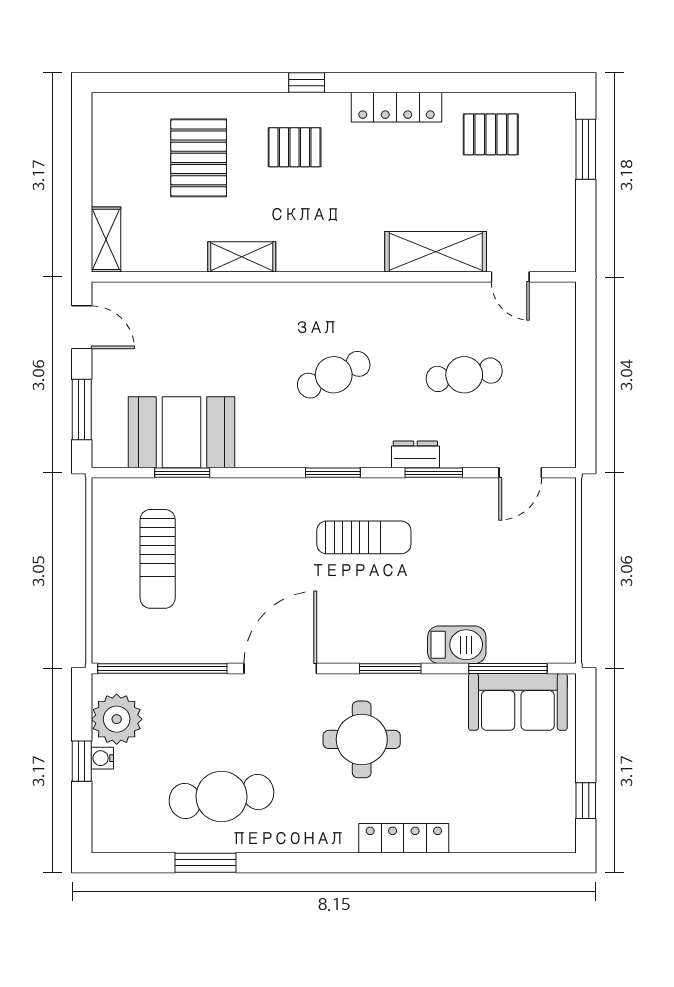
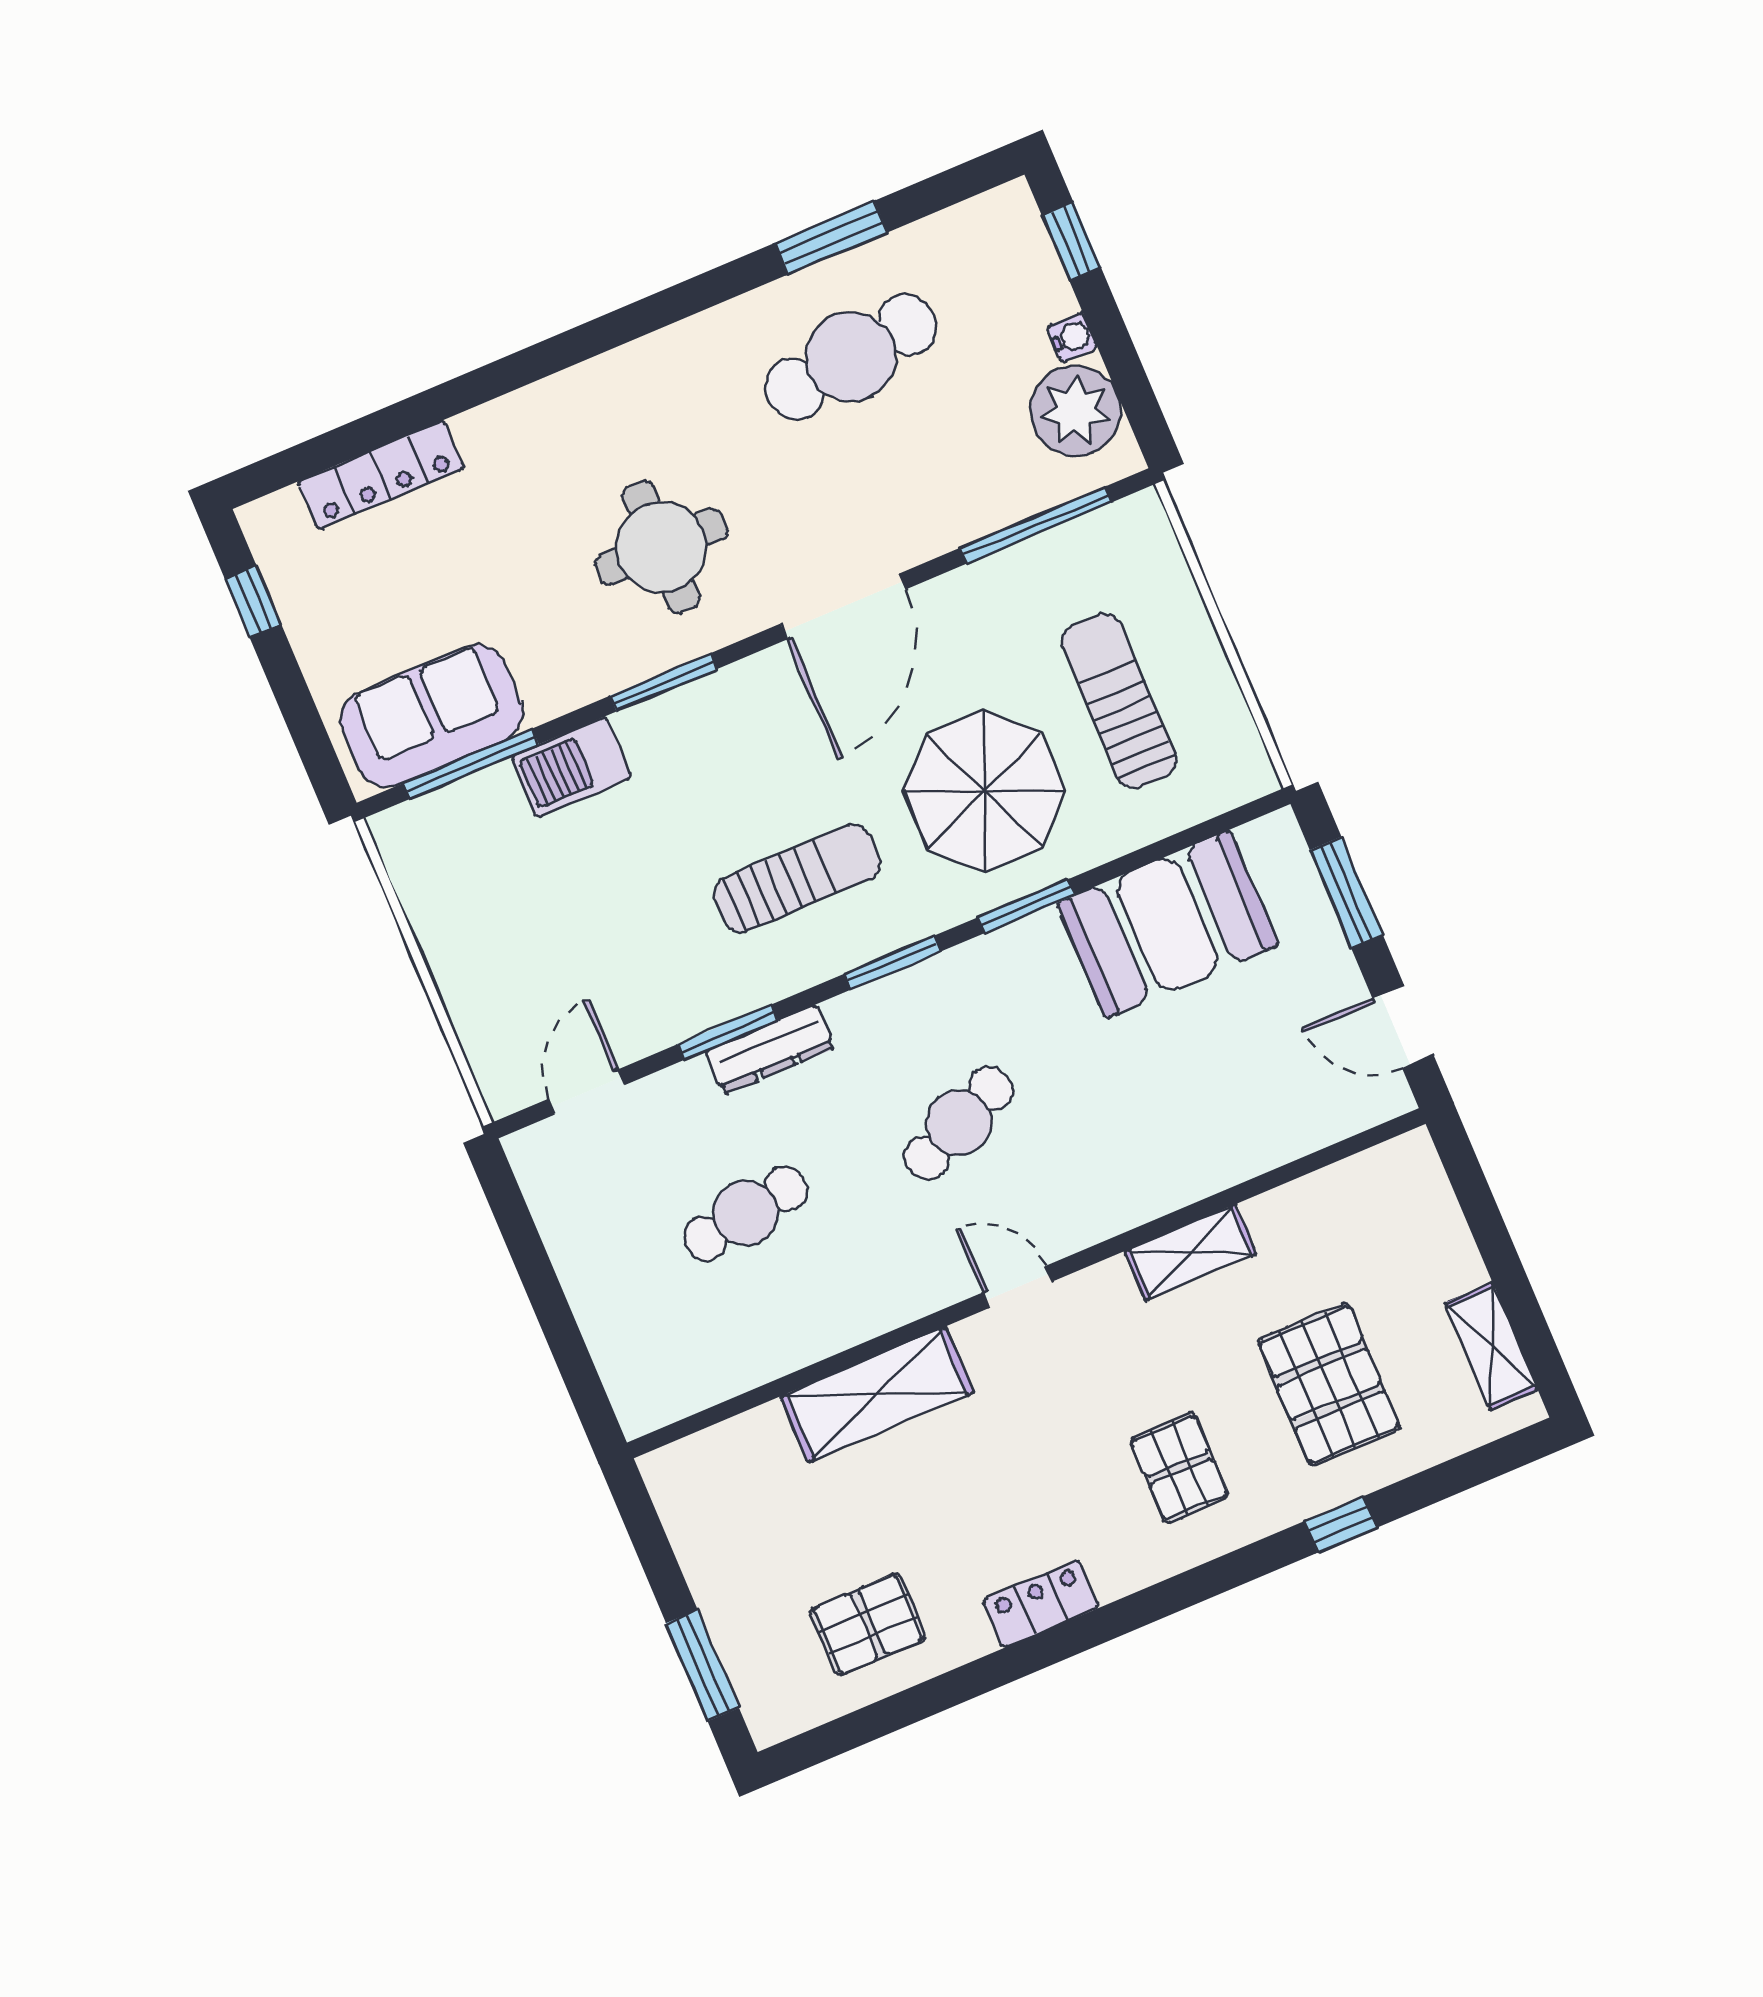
window: (307, 83) -> (1340, 1524), moved
locker: (397, 107) -> (1041, 1604), width x0.66
pallet: (295, 147) -> (1180, 1468), turned 90
shelving: (106, 239) -> (1491, 1346), moved
door: (510, 277) -> (1017, 1287), moved
dresser: (415, 454) -> (770, 1050), width x1.44
window: (182, 473) -> (1026, 906), moved
sun lounger: (364, 537) -> (797, 878), turned 180
parasol: (247, 542) -> (985, 791), added
window: (162, 669) -> (1036, 525), width x0.68
window: (82, 761) -> (1071, 241), moved
locker: (404, 838) -> (381, 475), moved

